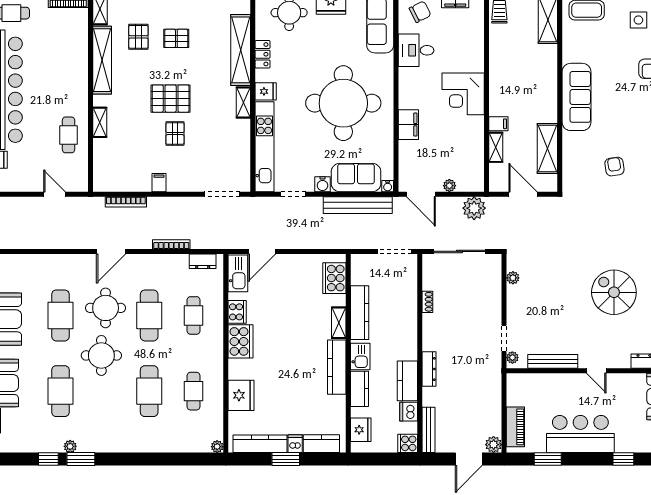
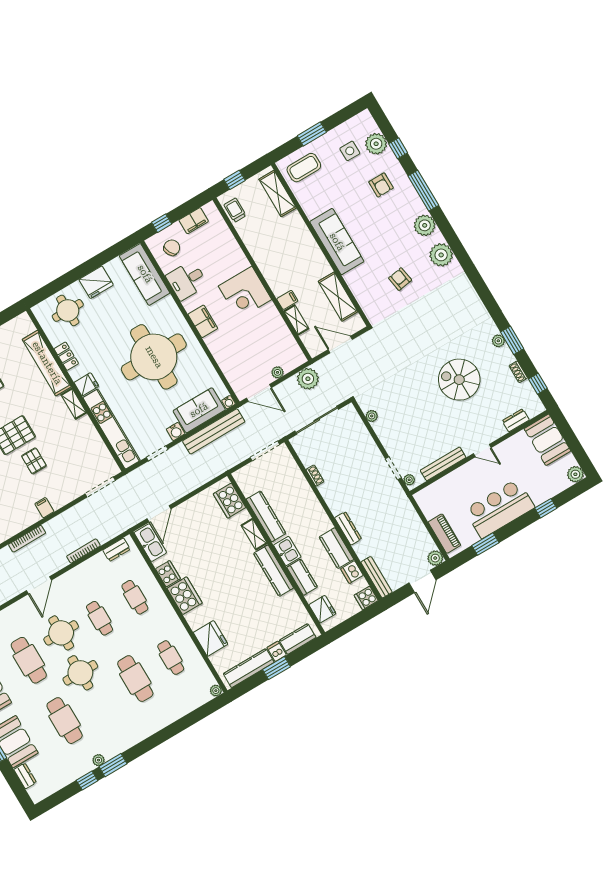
filing cabinet: (408, 125) -> (203, 321), moved
cafe table: (149, 315) -> (100, 618), width x0.73, depth x0.74

